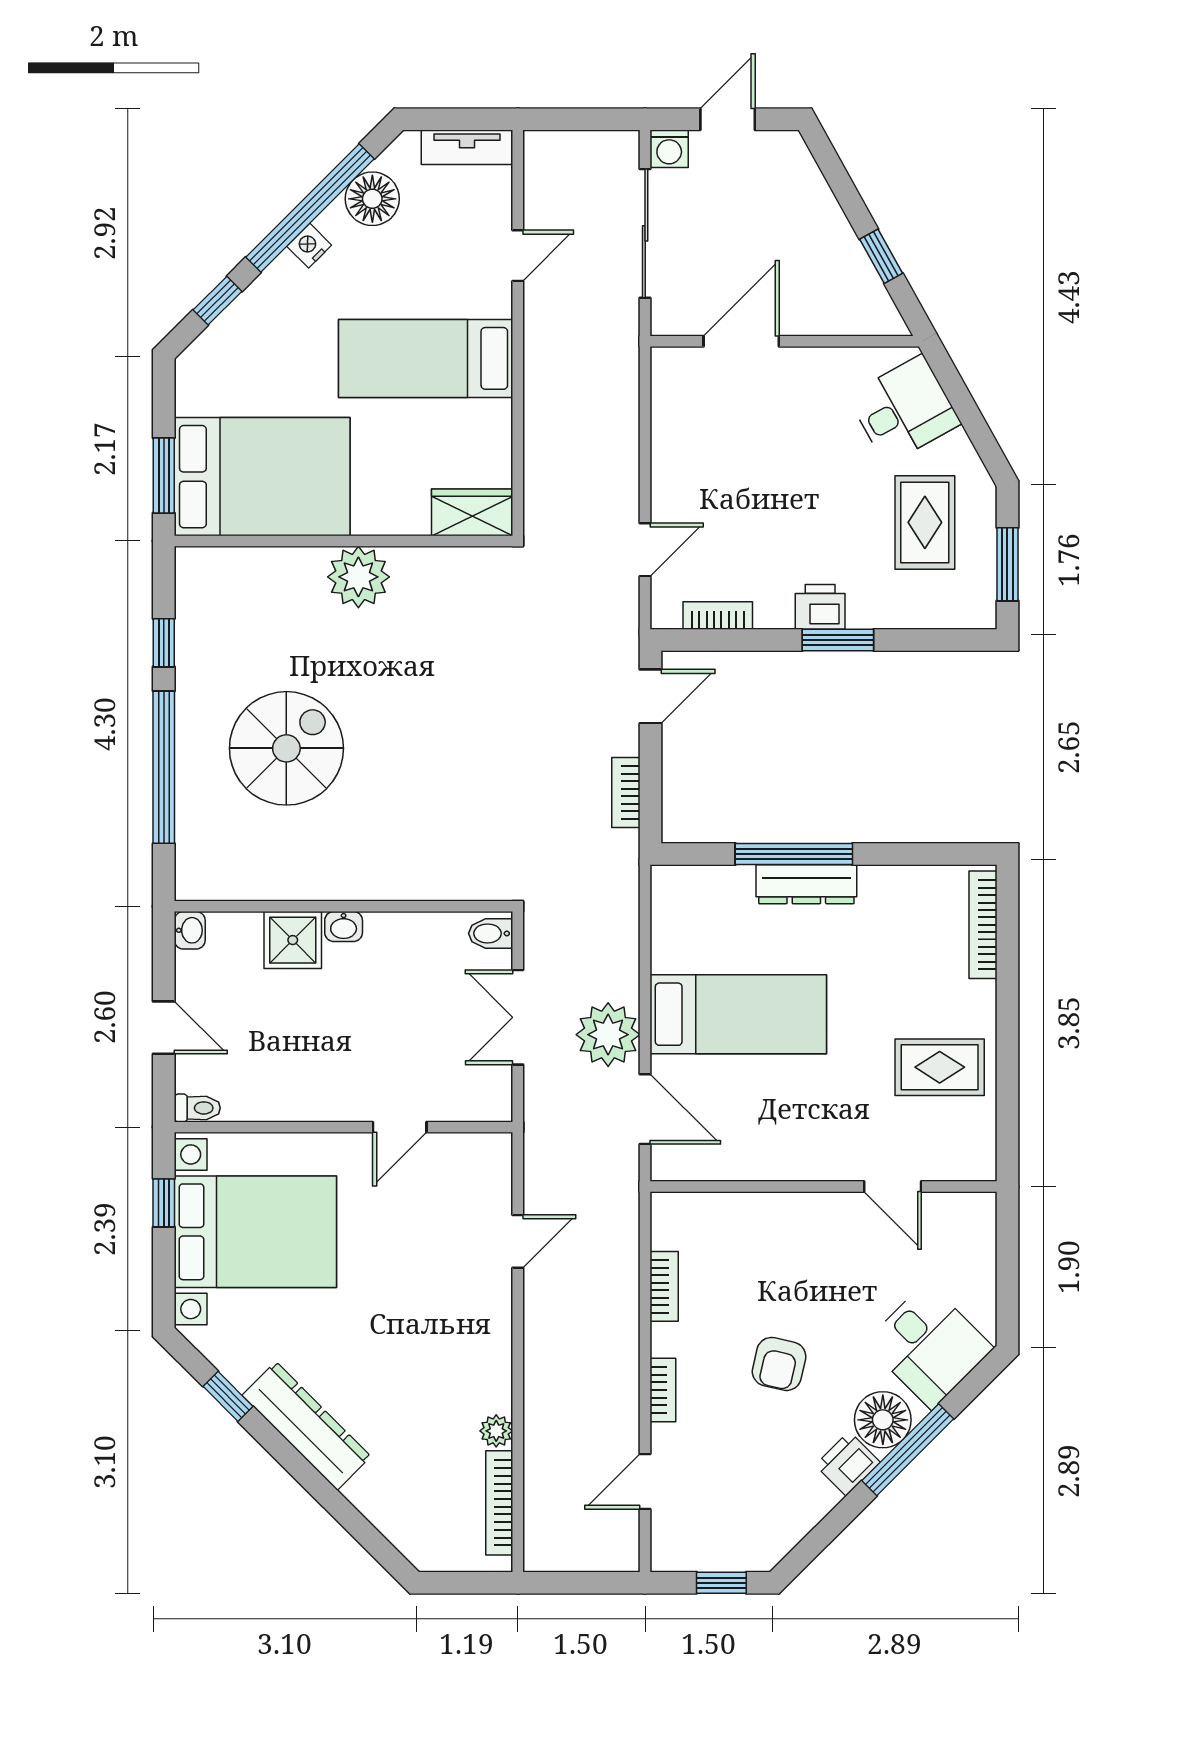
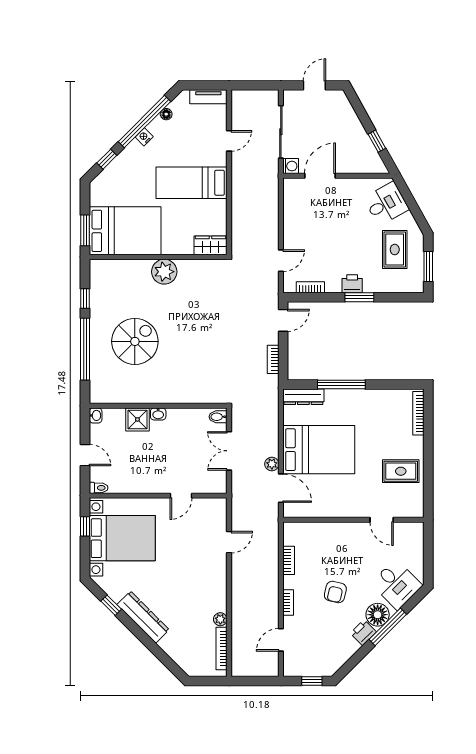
washing machine: (669, 149) -> (291, 166), moved, turned -90
floor lamp: (372, 199) -> (166, 114), width x0.53, depth x0.53
dresser: (806, 884) -> (303, 397), moved
bed: (738, 1014) -> (319, 450), width x1.50
plant: (608, 1035) -> (272, 464), width x0.53, depth x0.53

